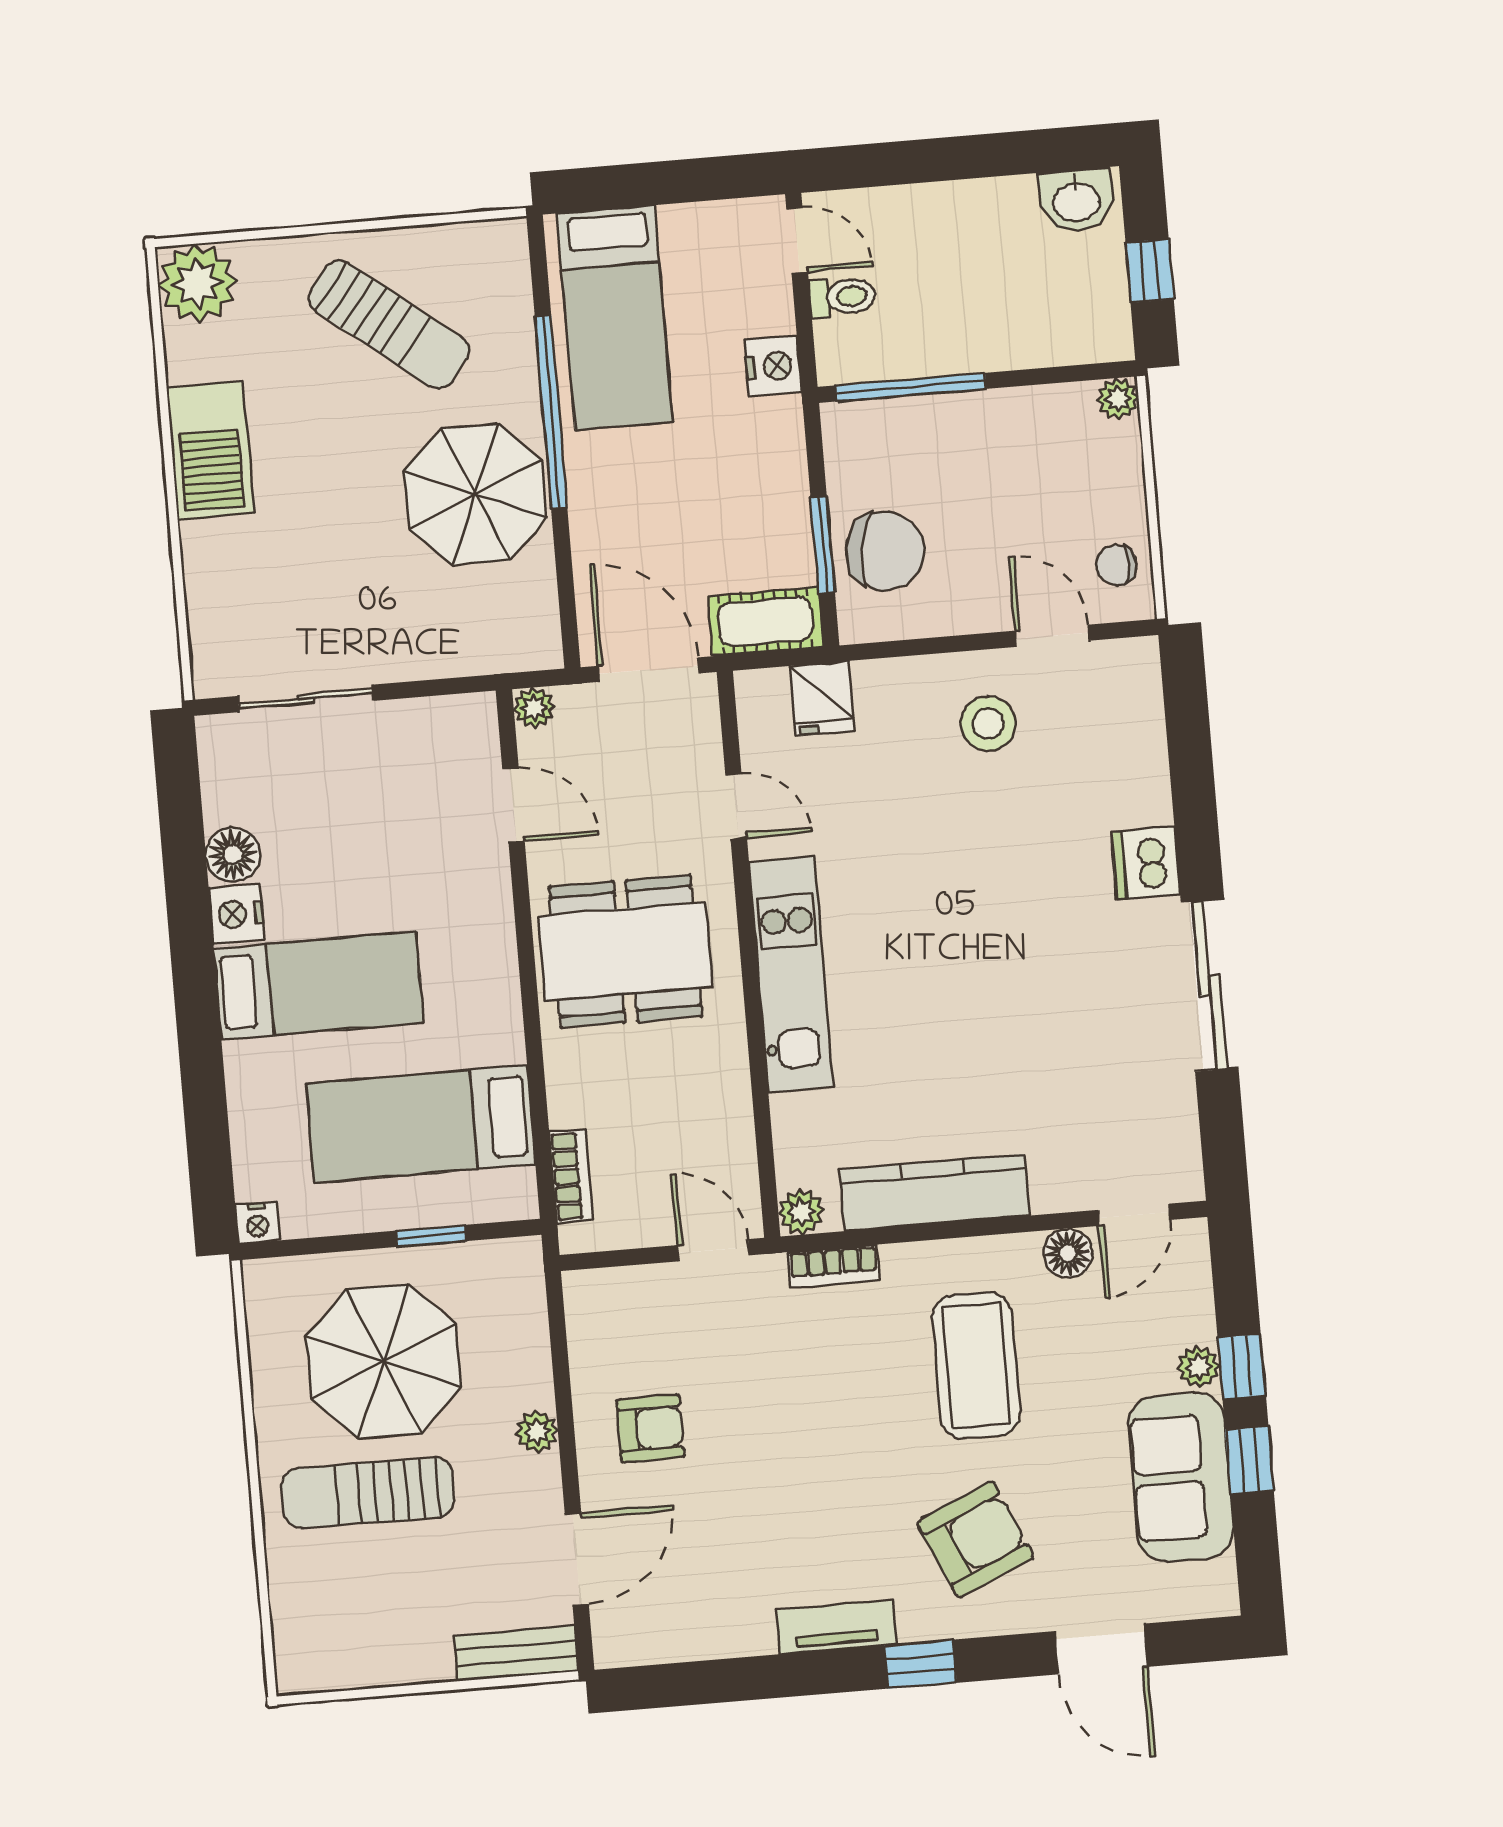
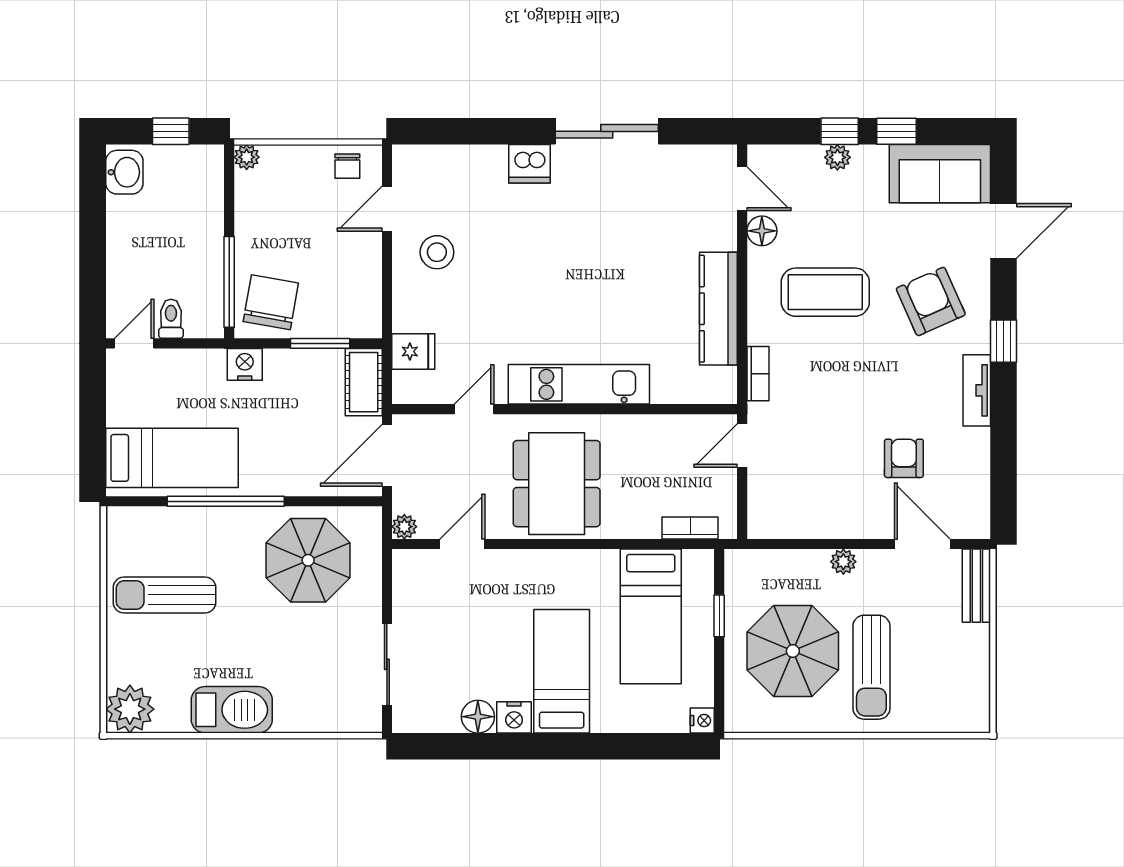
sun lounger: (389, 324) -> (164, 595), turned -128
nightstand: (773, 366) -> (245, 364), moved
parasol: (476, 494) -> (308, 560), moved
chair: (885, 551) -> (271, 302), moved
plant: (801, 1212) -> (723, 390), removed
armchair: (651, 1428) -> (904, 458), moved
sofa: (1181, 1477) -> (940, 174), moved

